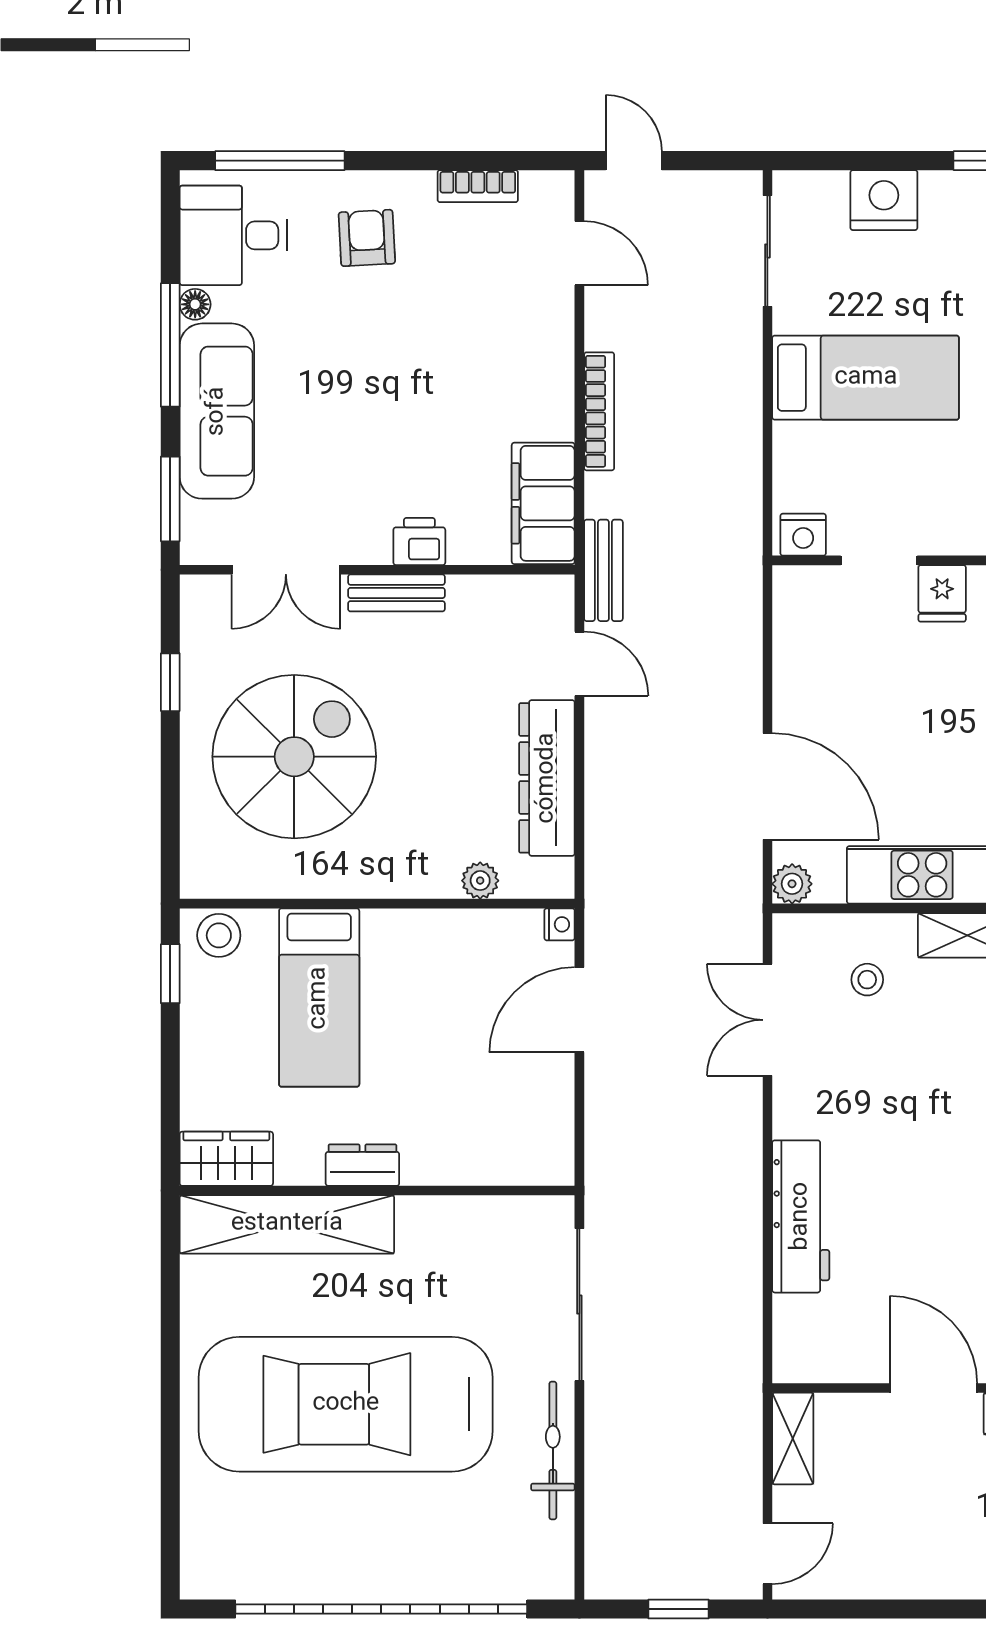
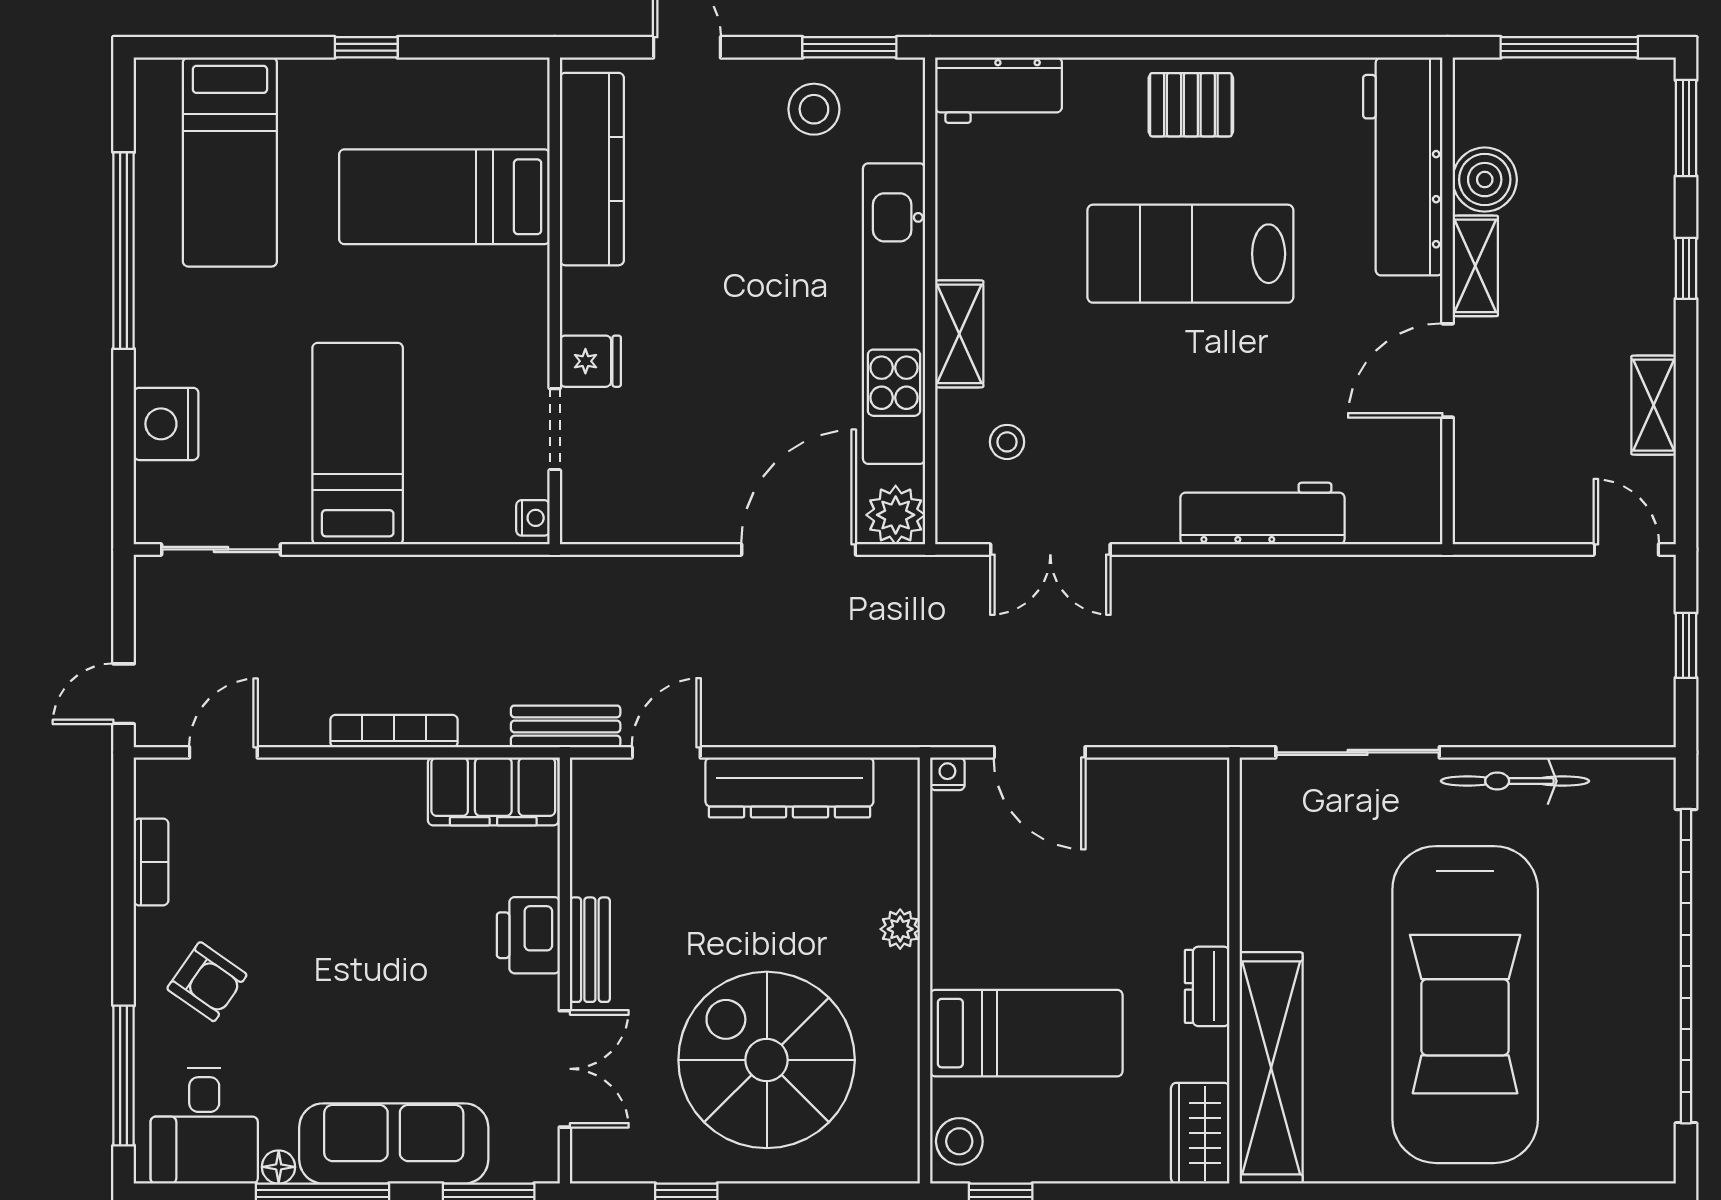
armchair: (367, 238) -> (207, 982), turned -142
nightstand: (803, 535) -> (533, 518), width x0.72, depth x0.74
printer: (419, 541) -> (528, 935), width x1.36, depth x1.24
plant: (480, 881) -> (900, 929), moved
plant: (792, 884) -> (896, 515), width x1.38, depth x1.38
shelving: (793, 1439) -> (1654, 405), moved, turned 90

